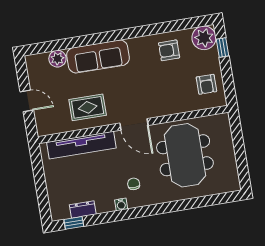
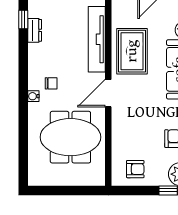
armchair: (206, 84) -> (135, 169), turned 180
rug: (88, 107) -> (132, 51), width x1.36, depth x1.43
water cooler: (121, 204) -> (33, 96), moved

